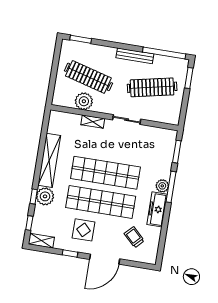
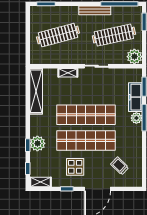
clothes rail: (88, 77) -> (58, 35), turned -30
plant: (84, 101) -> (134, 57), moved
shelving: (49, 160) -> (36, 91), moved
freezer: (157, 209) -> (135, 97), moved

